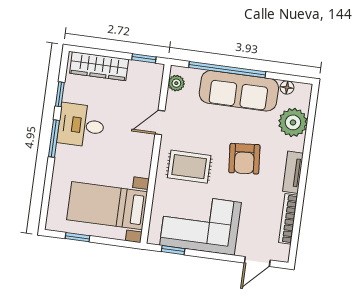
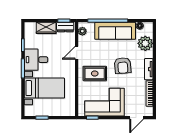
wardrobe: (99, 66) -> (46, 28), width x0.67
dresser: (145, 71) -> (65, 27), added
bed with nightstands: (107, 206) -> (44, 88), moved, turned 180

